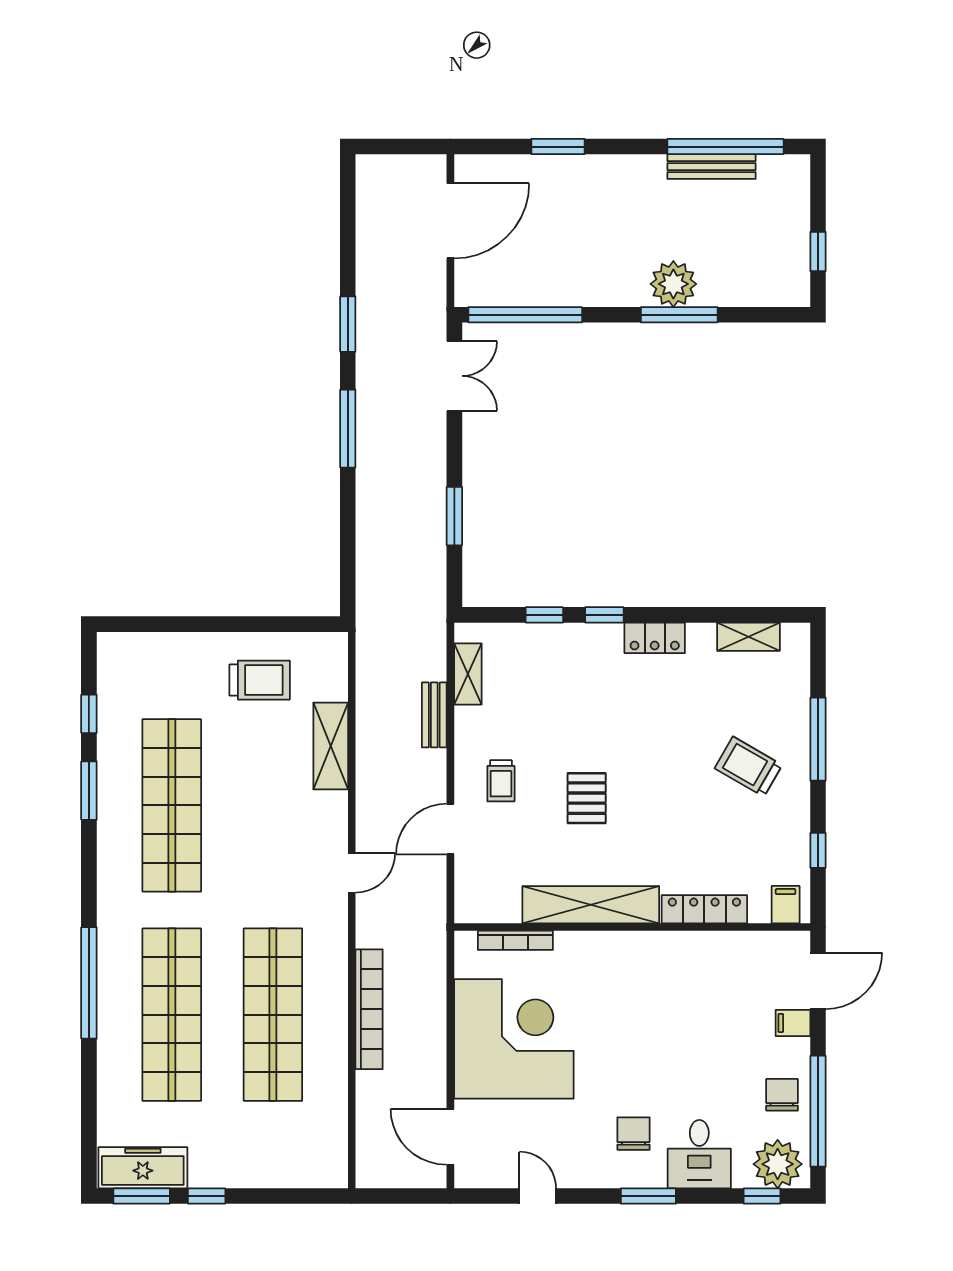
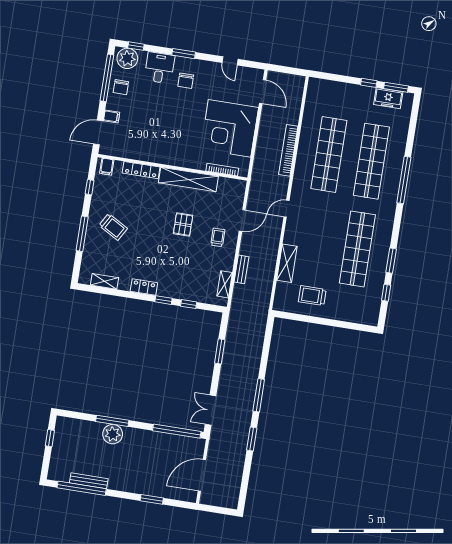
freezer: (143, 1168) -> (388, 98), width x0.71

